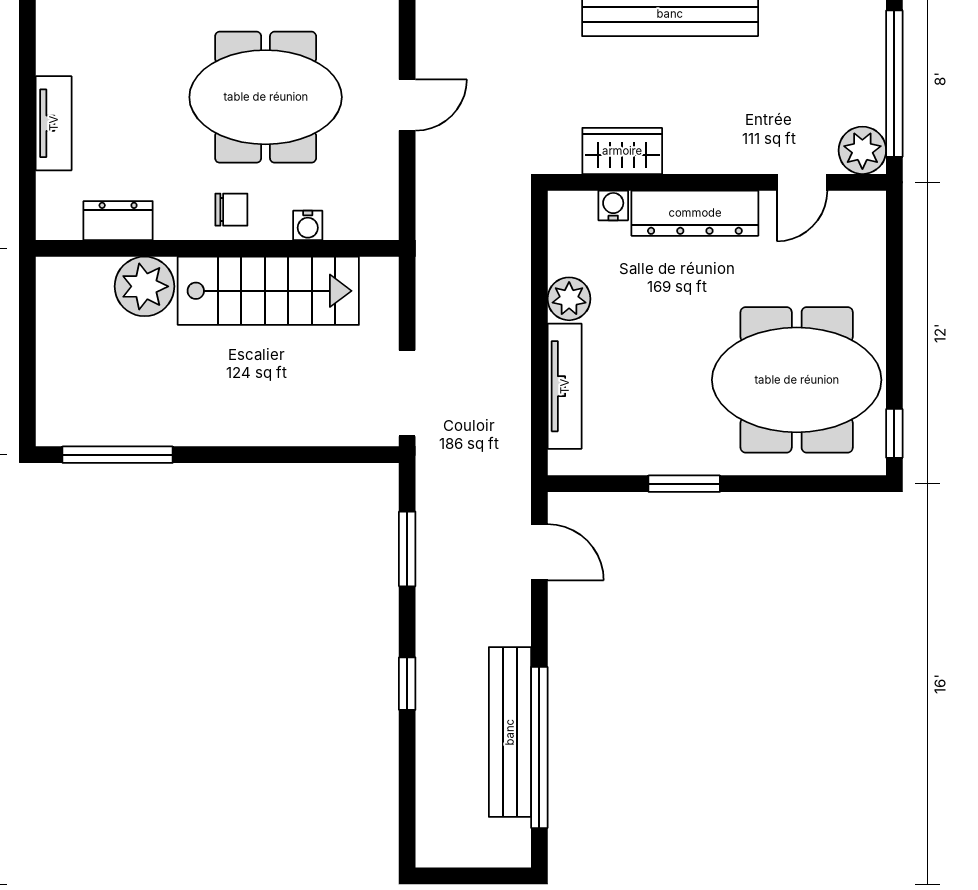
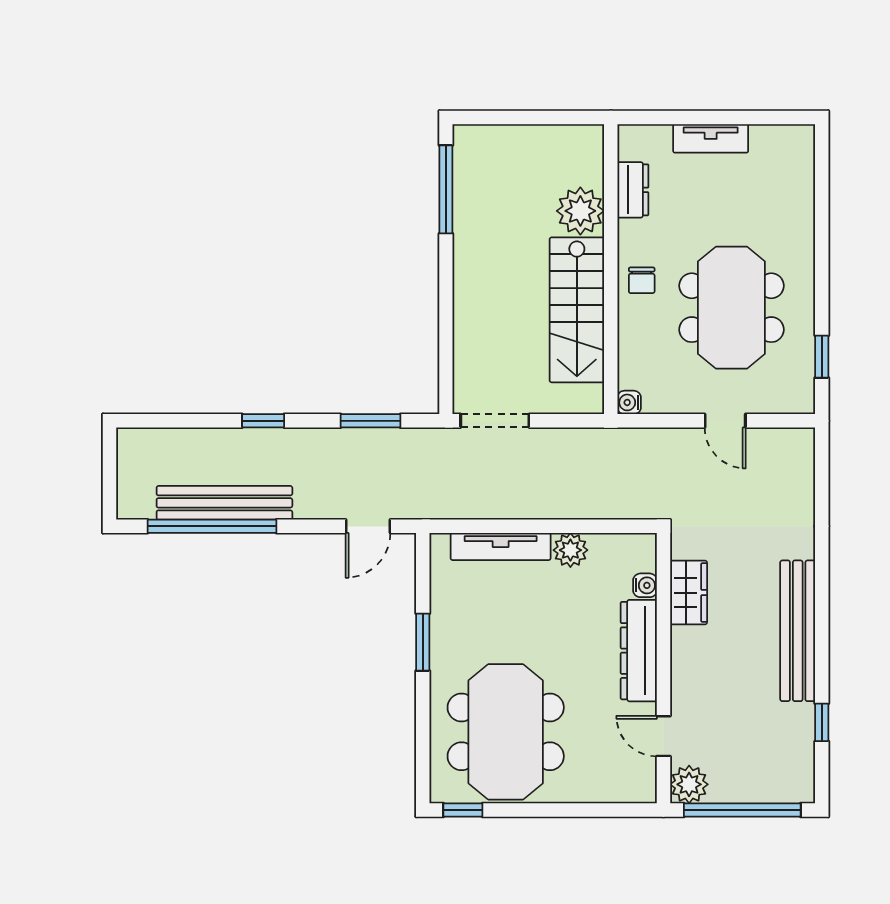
water cooler: (308, 225) -> (629, 402), moved

